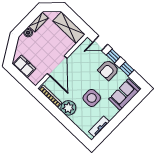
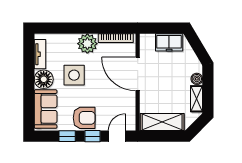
armchair: (108, 70) -> (84, 118), turned 90
floor lamp: (110, 111) -> (44, 79), added

